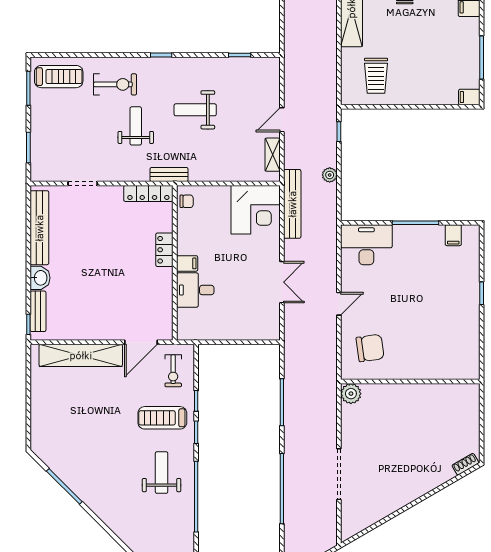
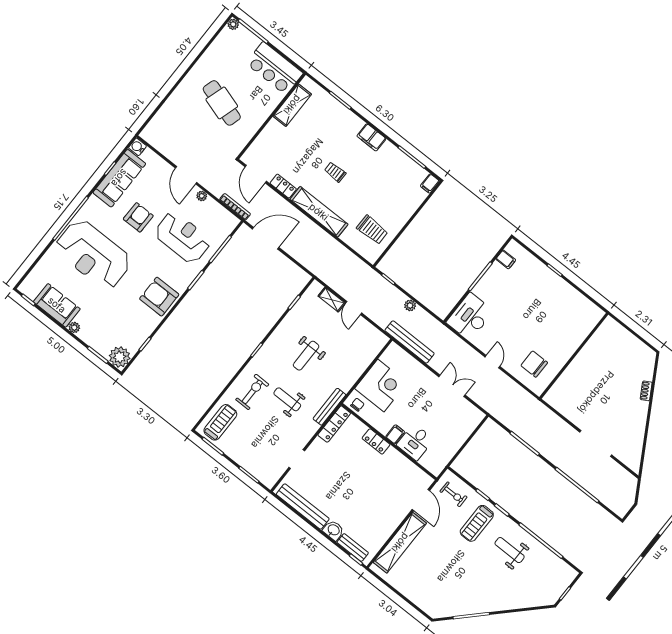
shelving: (273, 155) -> (332, 300), moved
bench: (169, 174) -> (329, 407), width x1.36
corner desk: (256, 210) -> (381, 386), moved
chair: (370, 348) -> (534, 364), turned -82
plant: (351, 394) -> (553, 397), removed
shoe rack: (465, 464) -> (646, 391), moved

